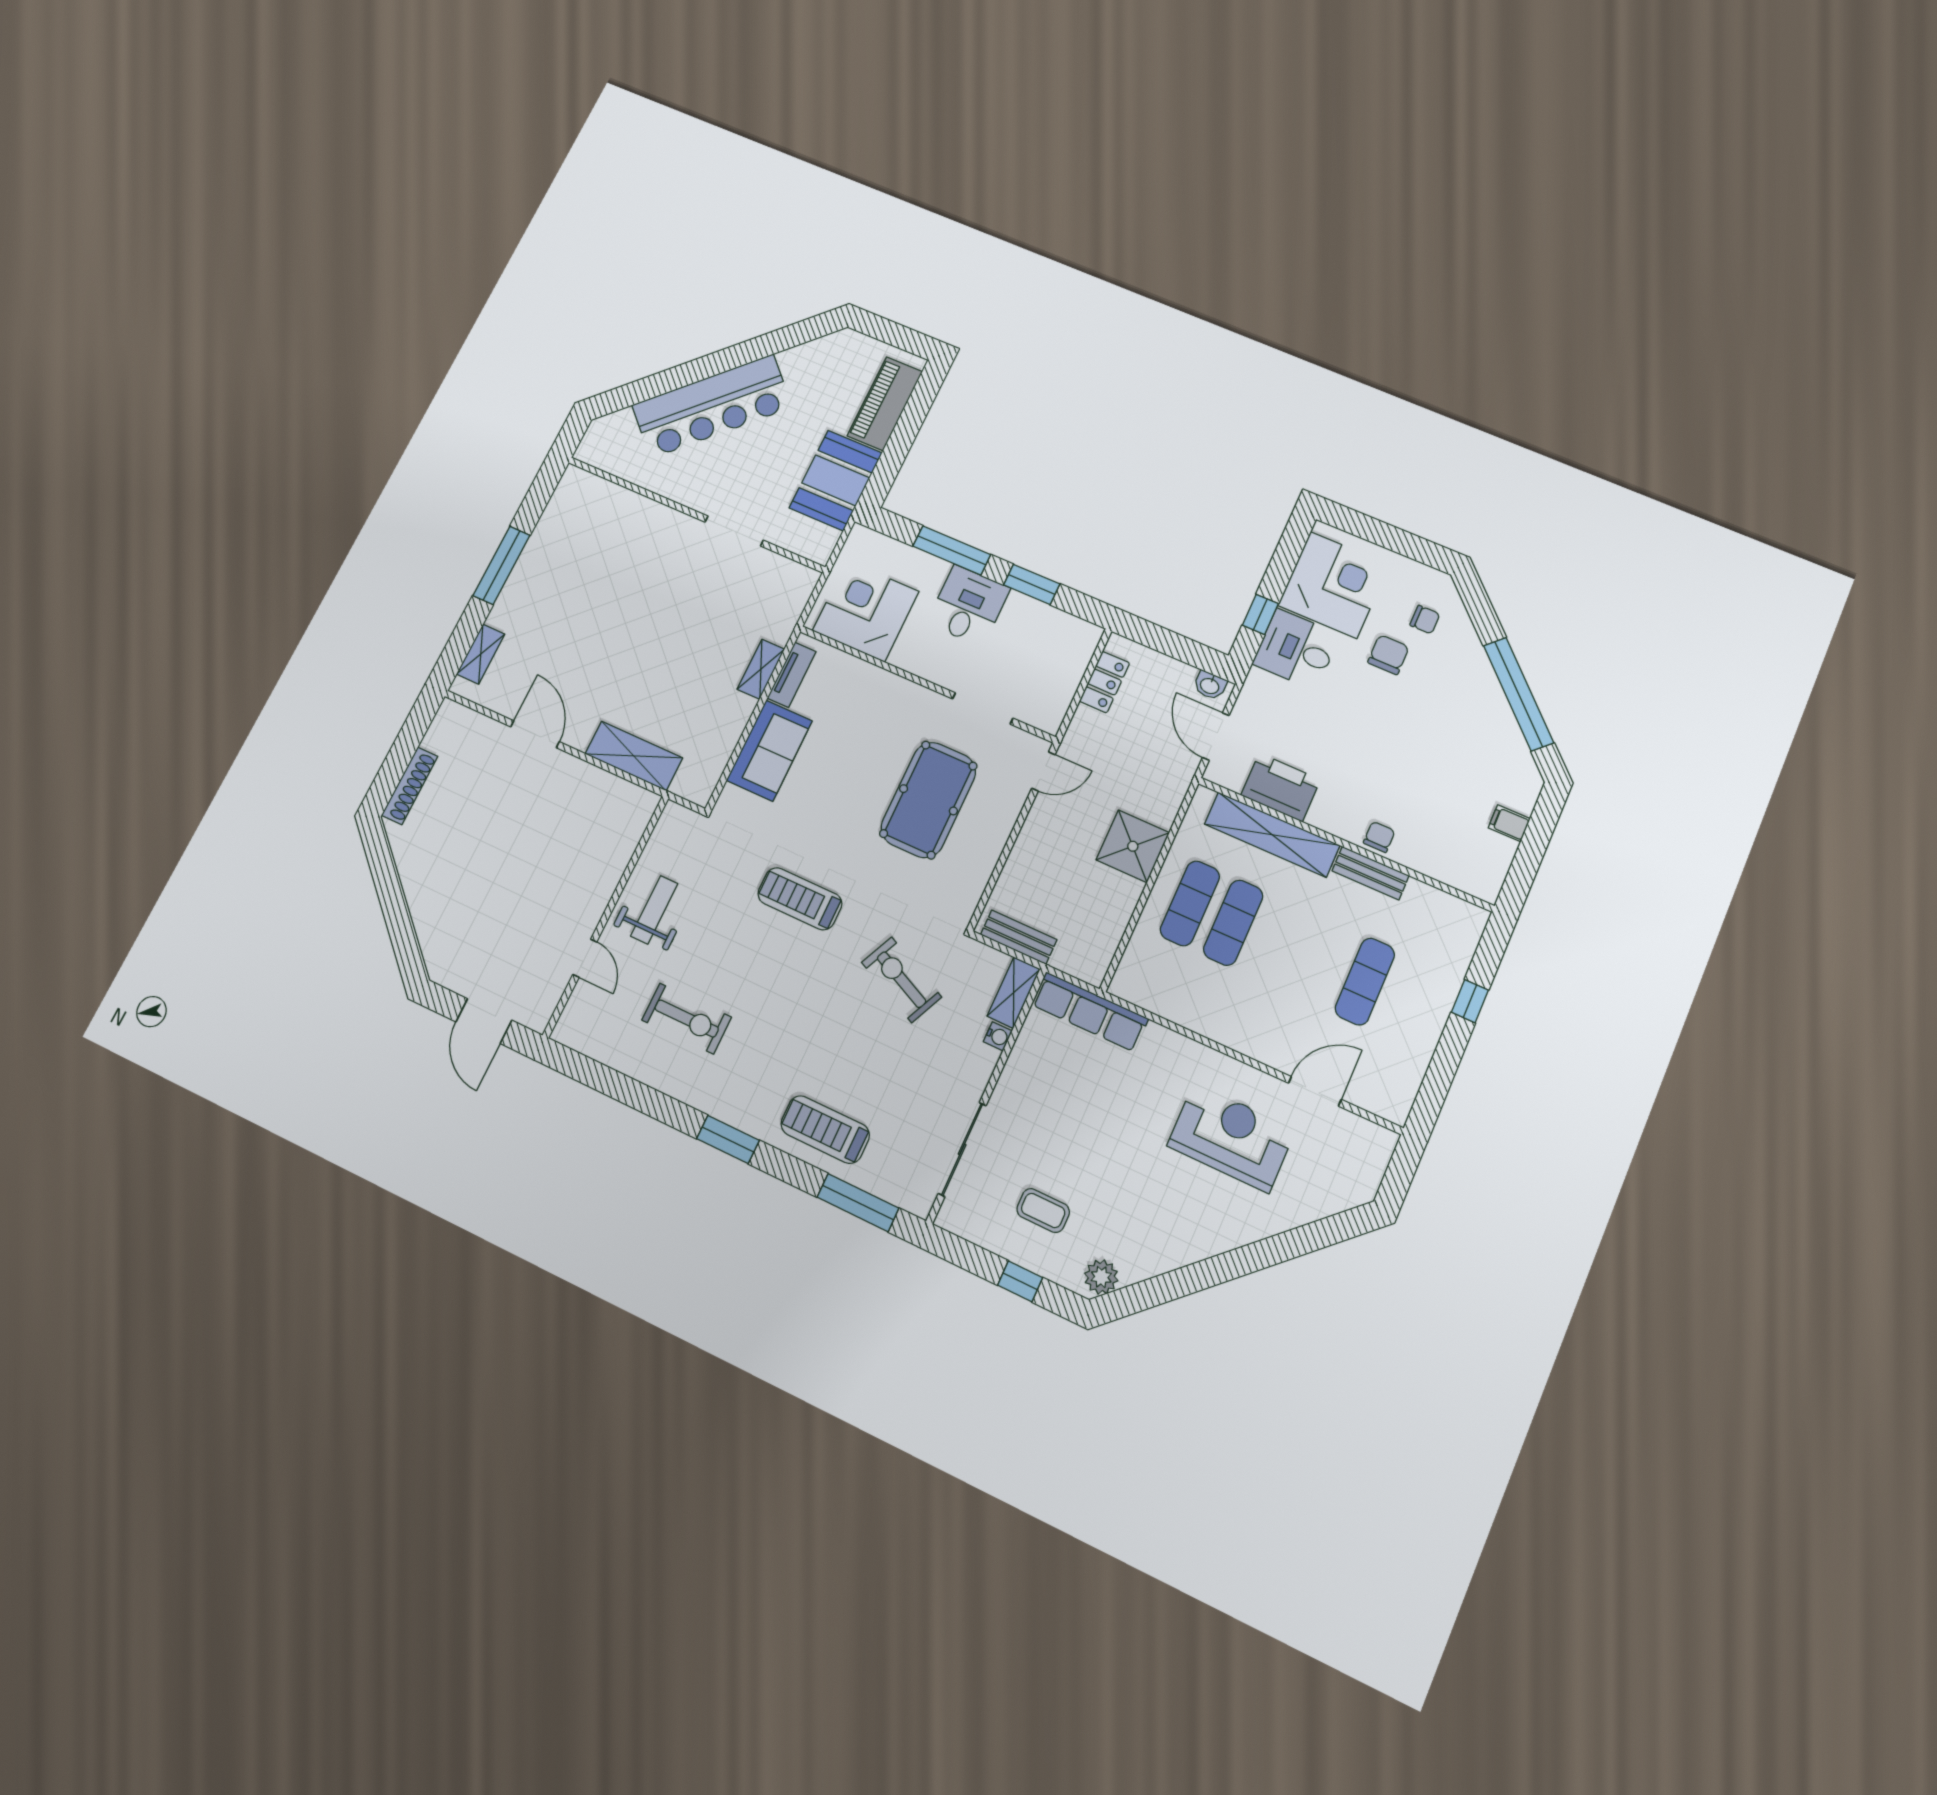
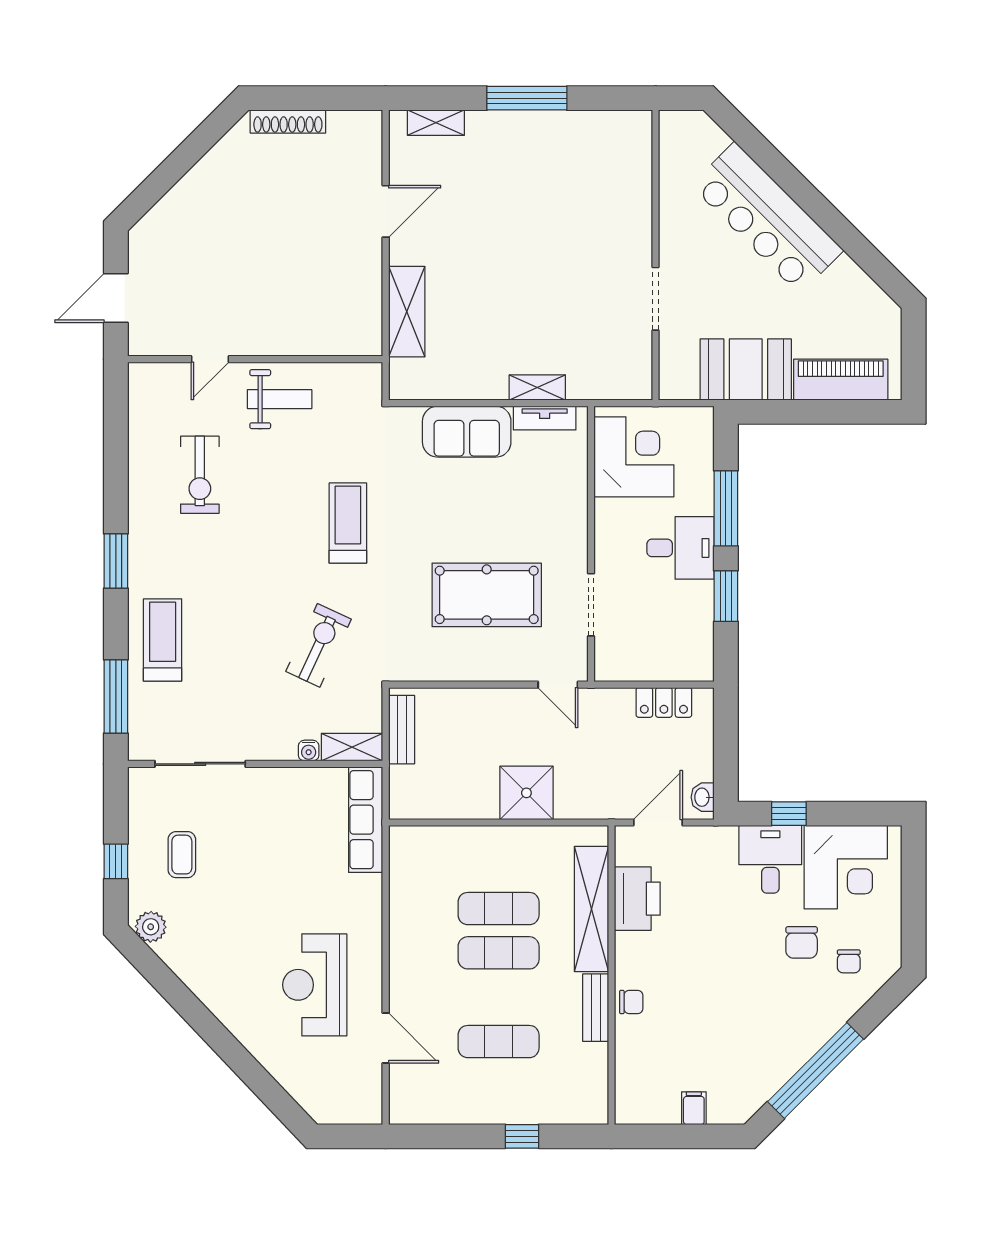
chair: (1388, 655) -> (802, 942), turned 90
exercise mat: (1190, 903) -> (499, 953), moved
reception desk: (1231, 1138) -> (315, 985), turned 180

